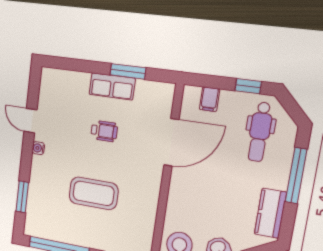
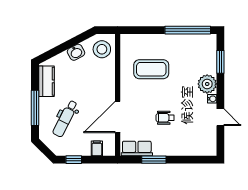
row of seats: (112, 86) -> (137, 148), moved
dental chair: (260, 132) -> (65, 119), moved, turned -153
plant: (42, 170) -> (207, 84), added
coffee table: (94, 193) -> (151, 69), moved

